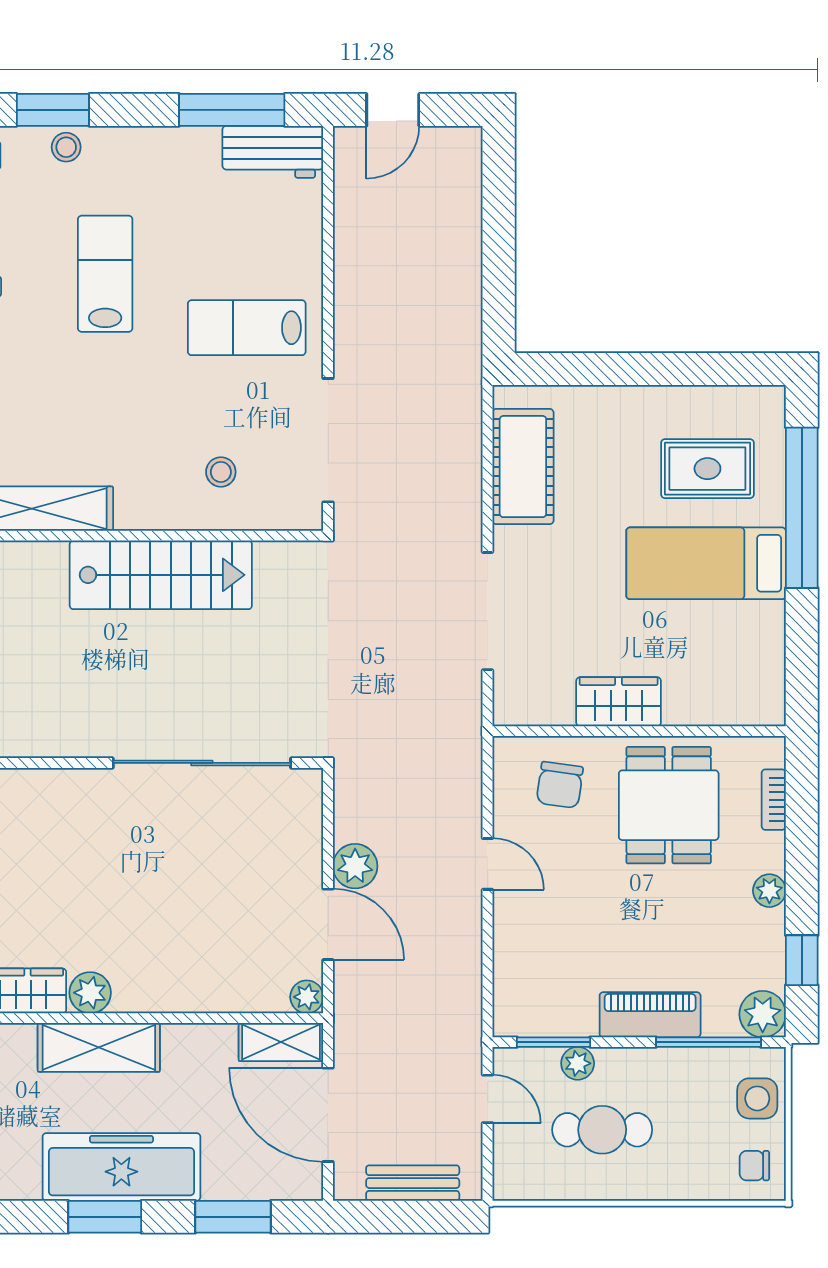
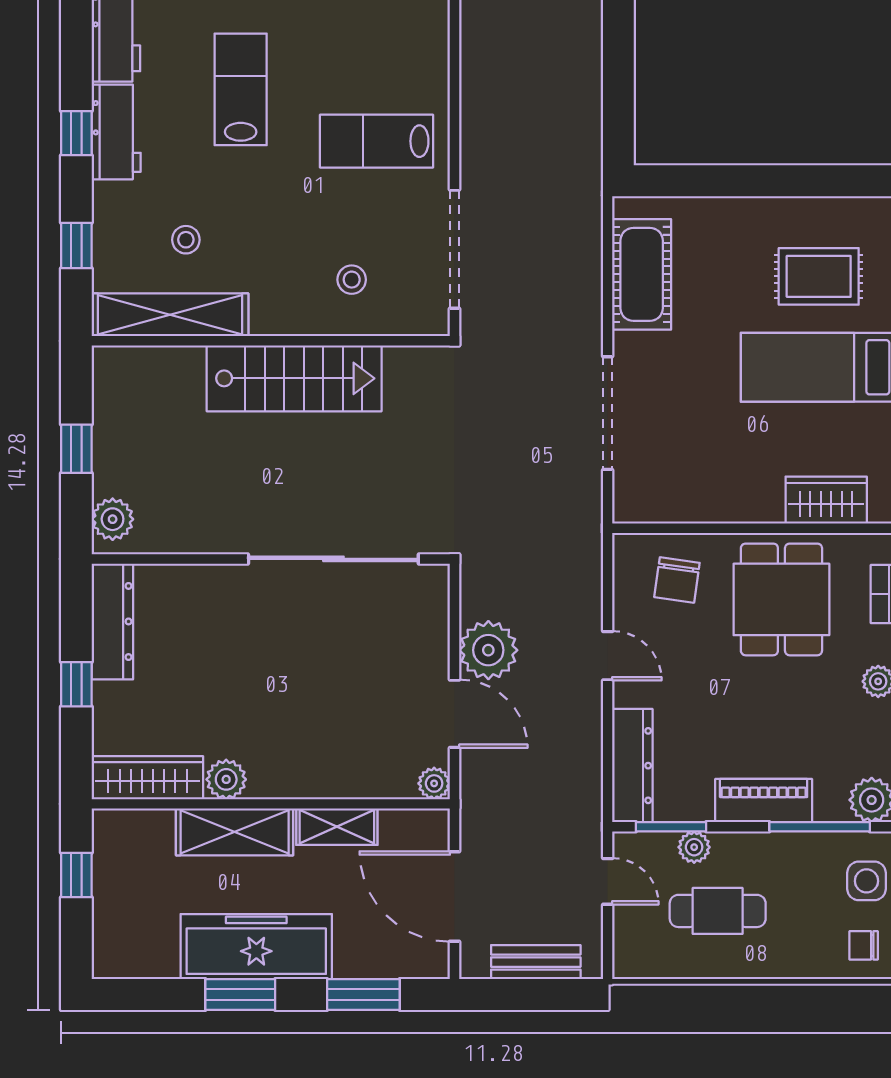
stool: (48, 430) -> (186, 240), added
wardrobe: (619, 702) -> (826, 500), moved
plant: (355, 866) -> (488, 650), width x1.36, depth x1.36
dresser: (513, 978) -> (632, 766), added
shelving: (281, 1042) -> (337, 827), moved

